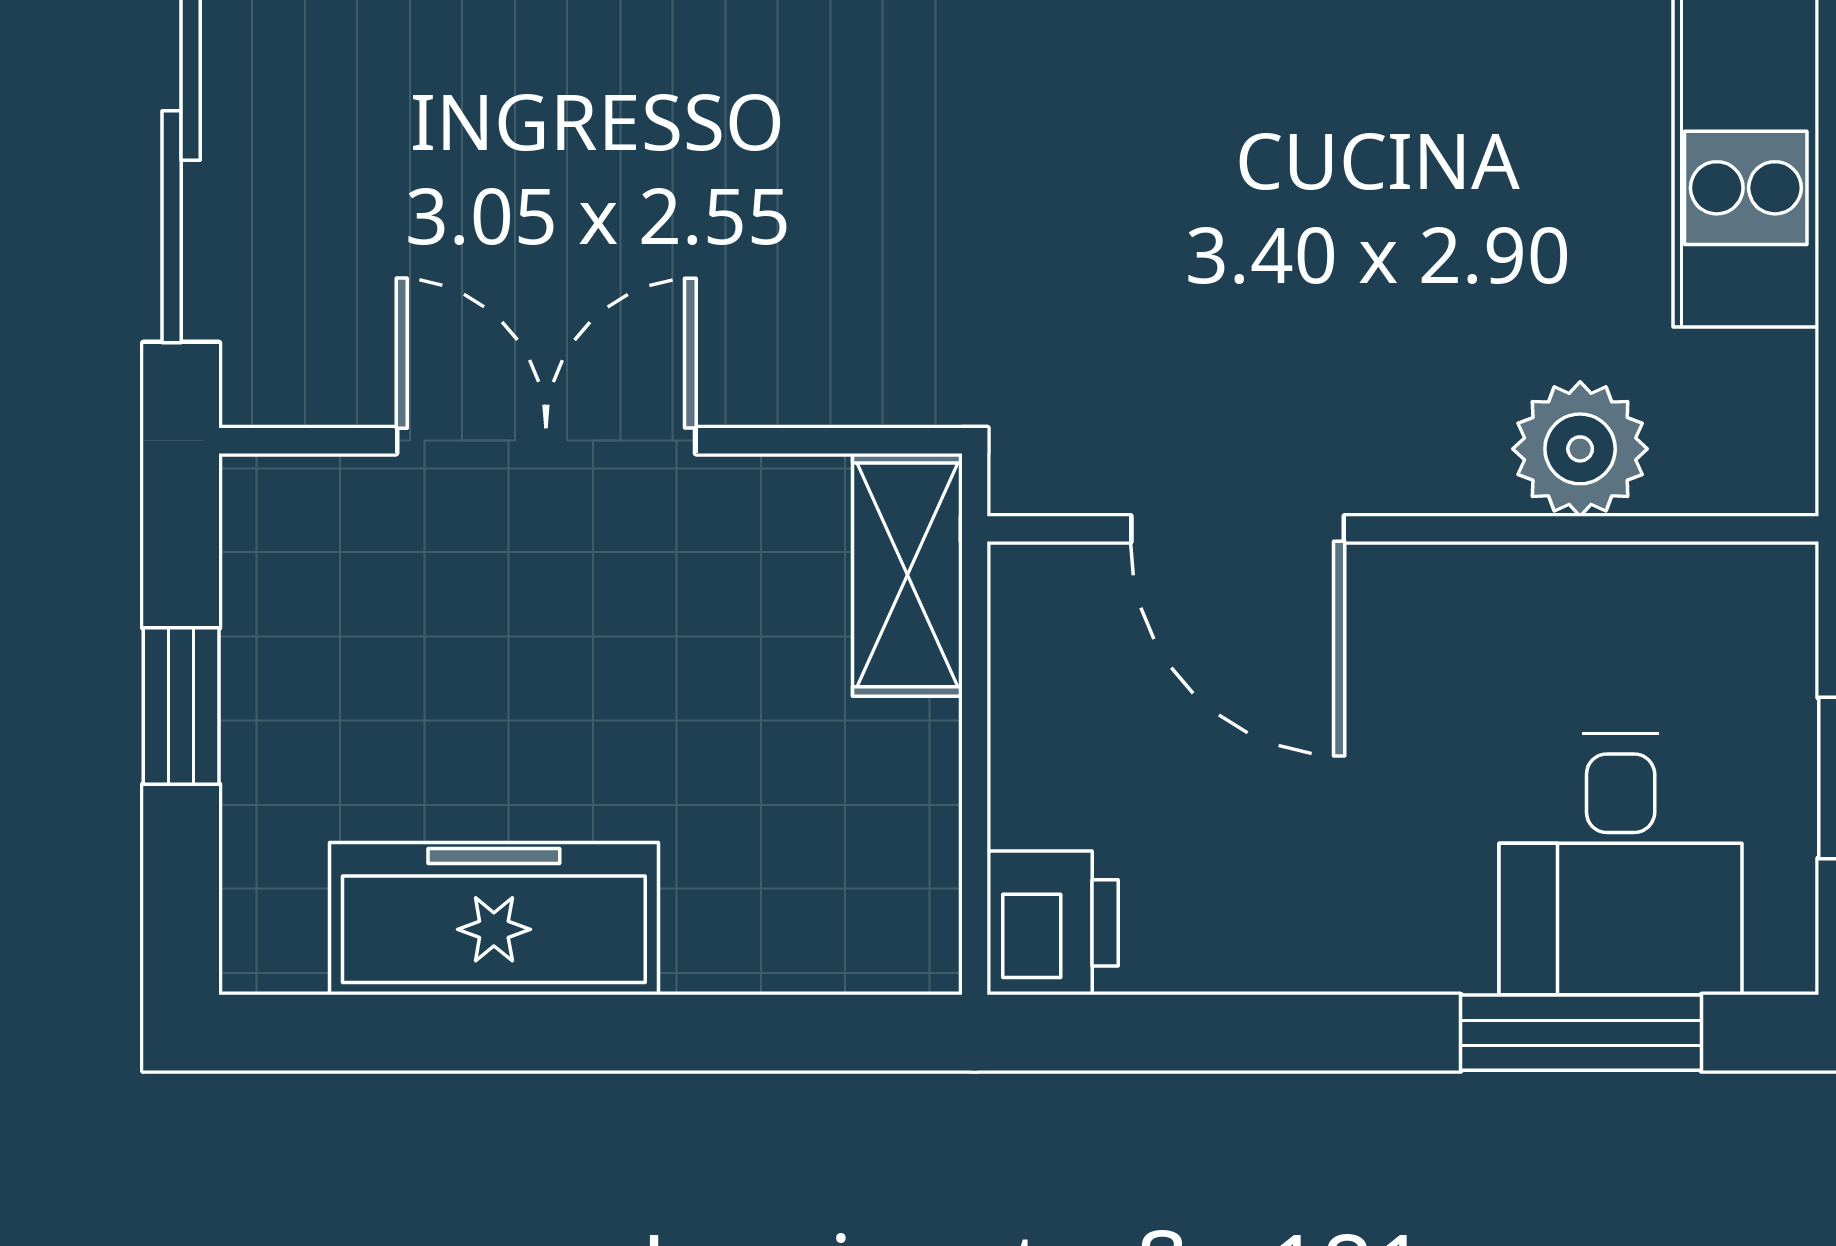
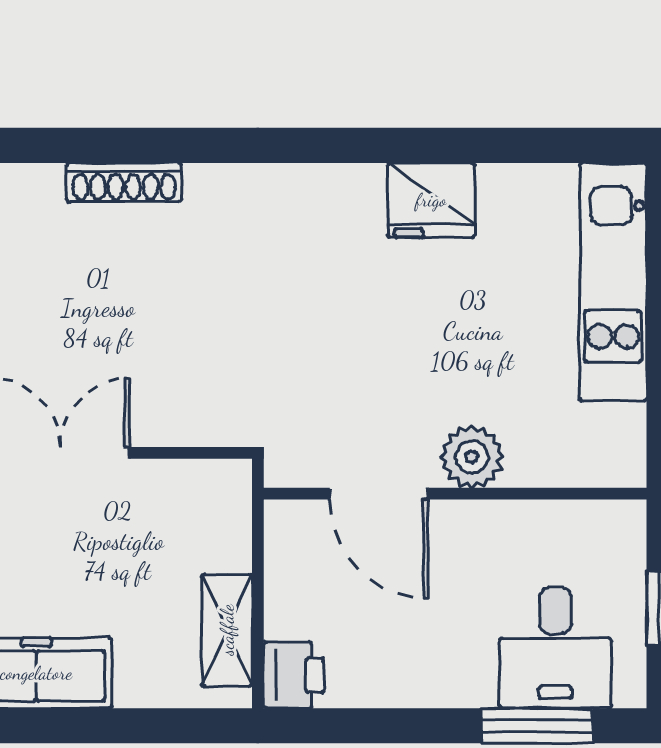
plant: (1580, 449) -> (472, 457), moved
shelving: (907, 575) -> (227, 630), moved

